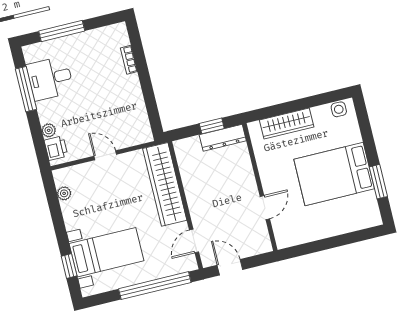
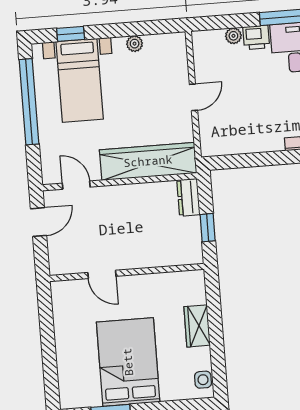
wardrobe: (287, 124) -> (197, 326), width x0.67
dresser: (223, 138) -> (188, 197), moved, width x0.70
printer: (56, 148) -> (256, 37), moved
plant: (64, 193) -> (135, 44), moved
window: (155, 286) -> (29, 102), moved

